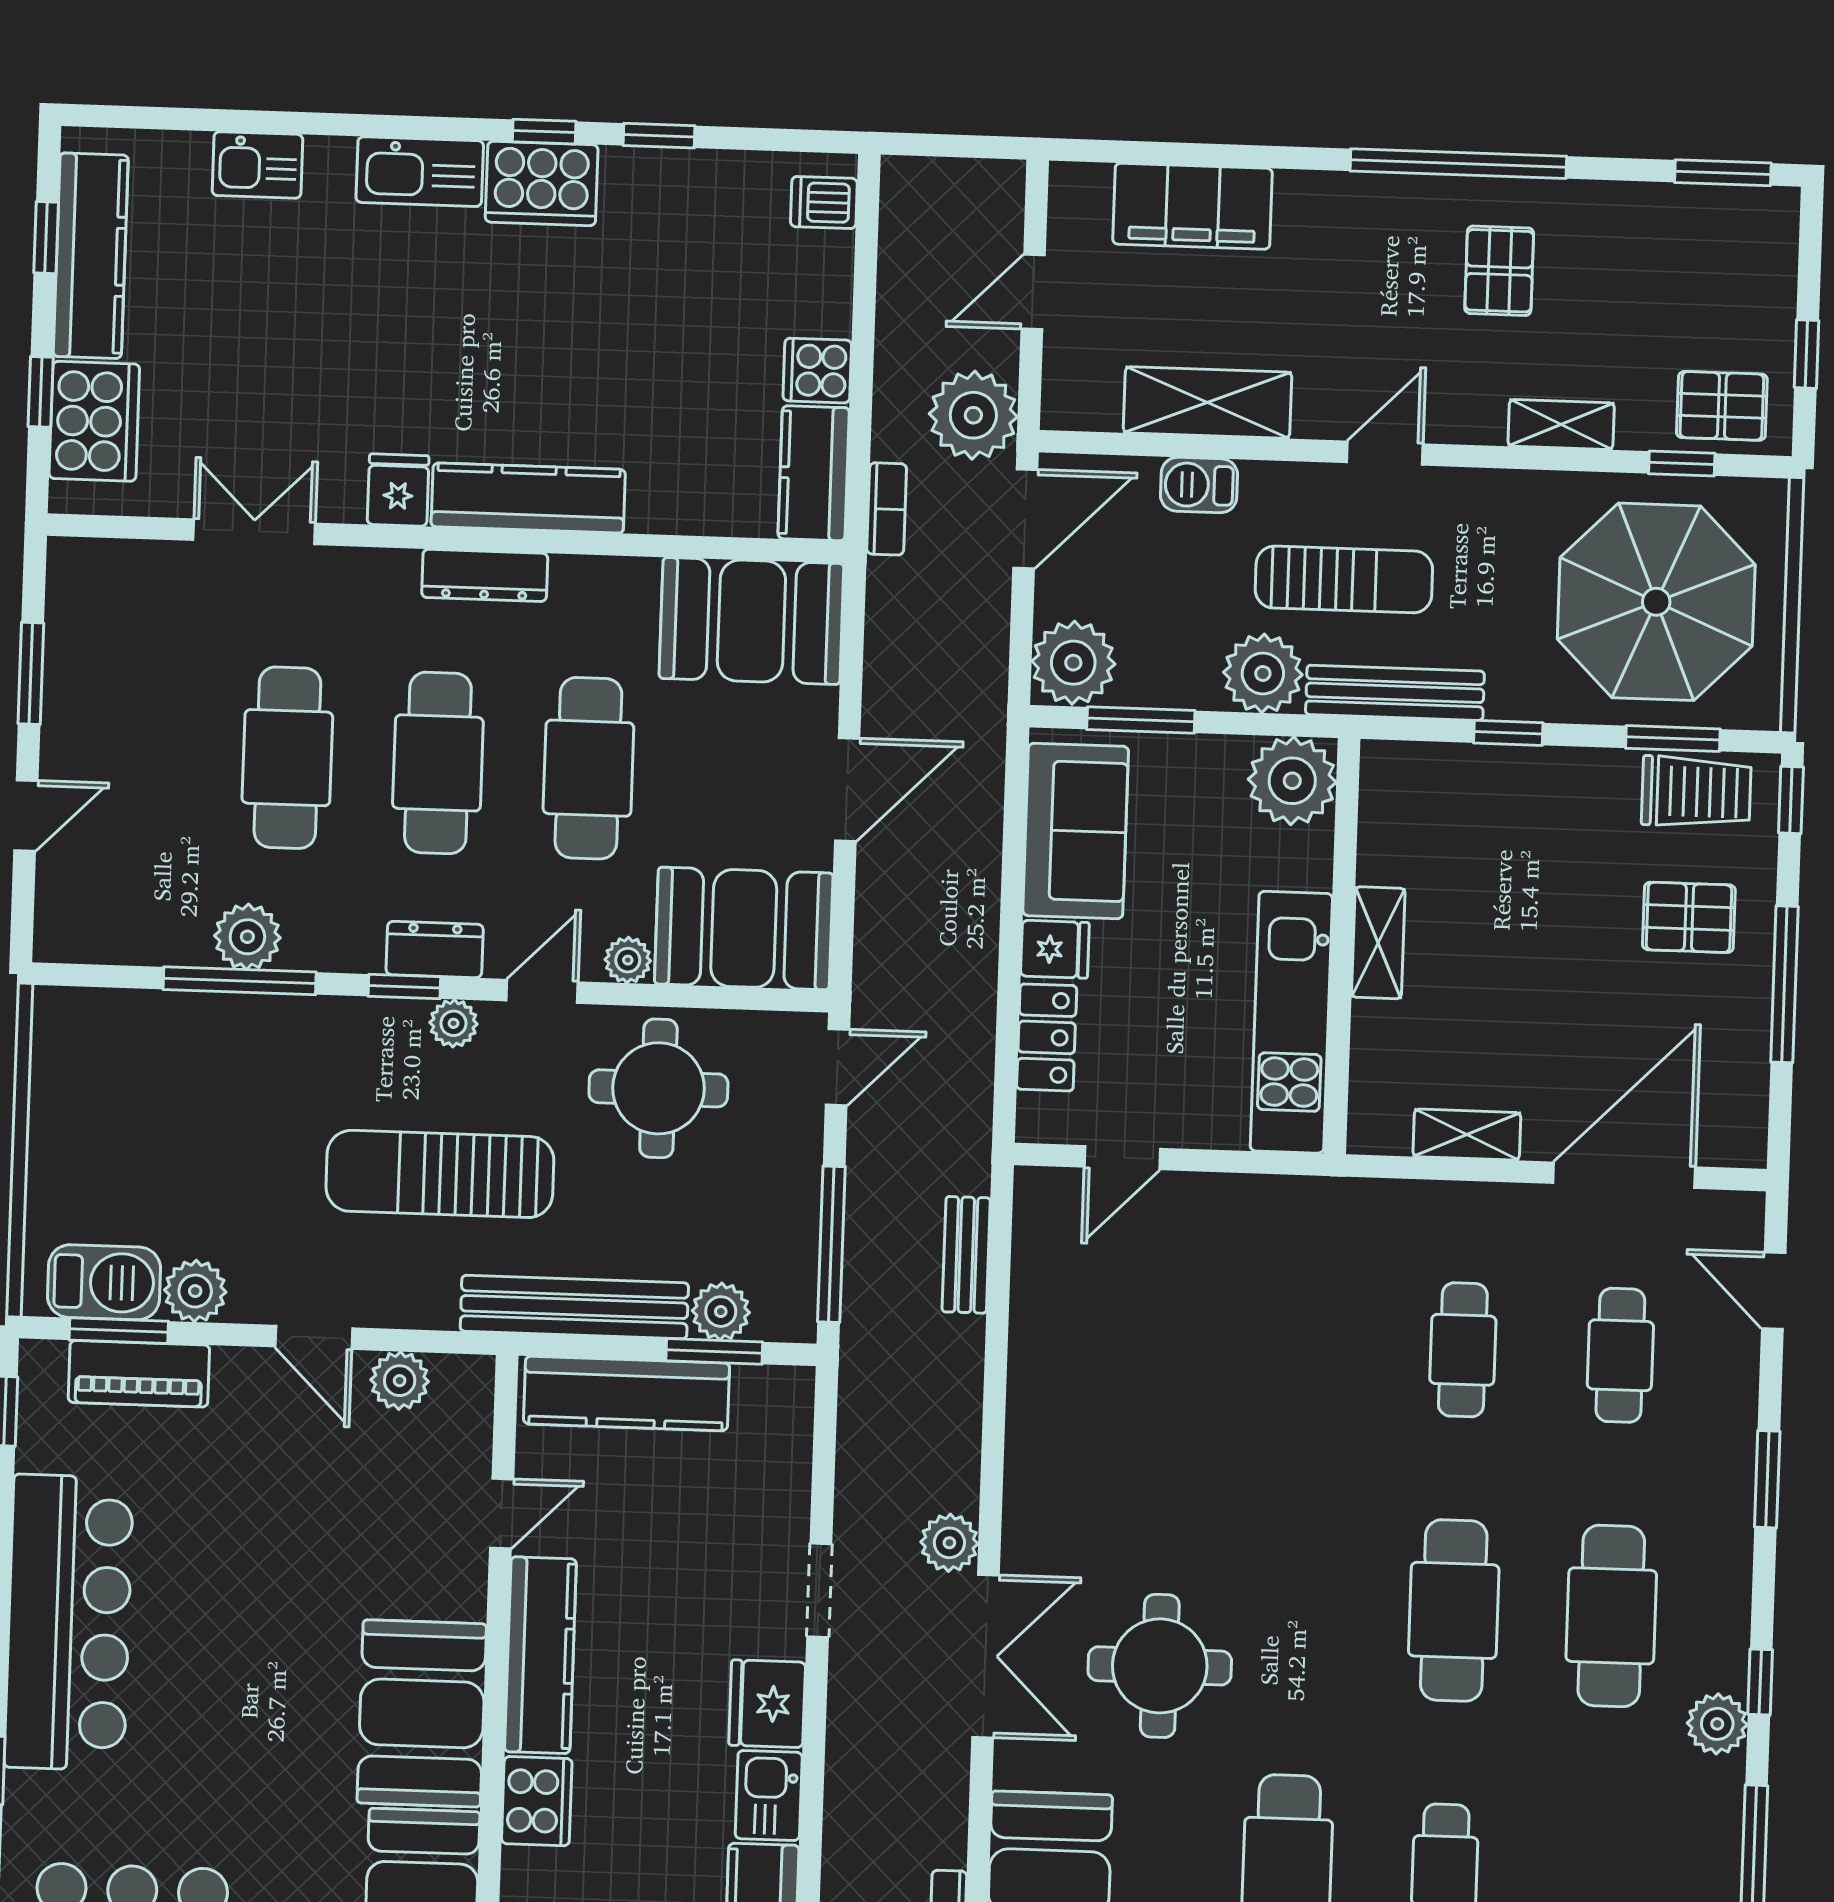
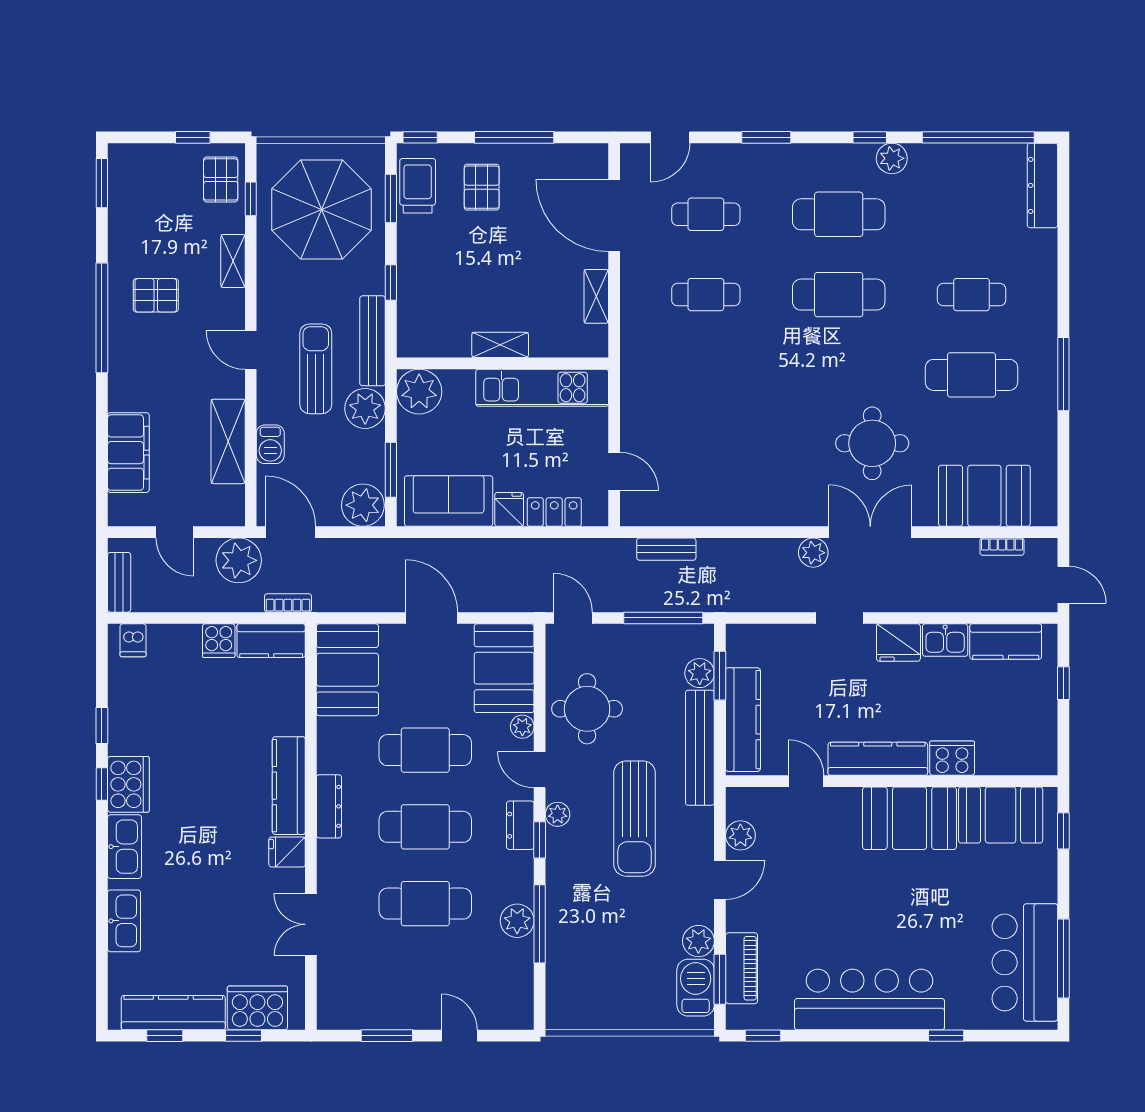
kitchen sink: (257, 165) -> (124, 921), width x1.38
bench: (939, 179) -> (119, 582), added

